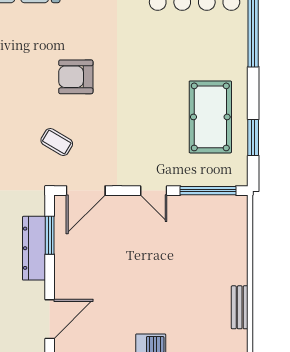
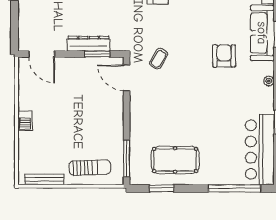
armchair: (76, 77) -> (224, 56), moved
door: (154, 191) -> (127, 123), removed
sun lounger: (222, 246) -> (90, 167), added
bench: (240, 307) -> (44, 179), width x1.36

